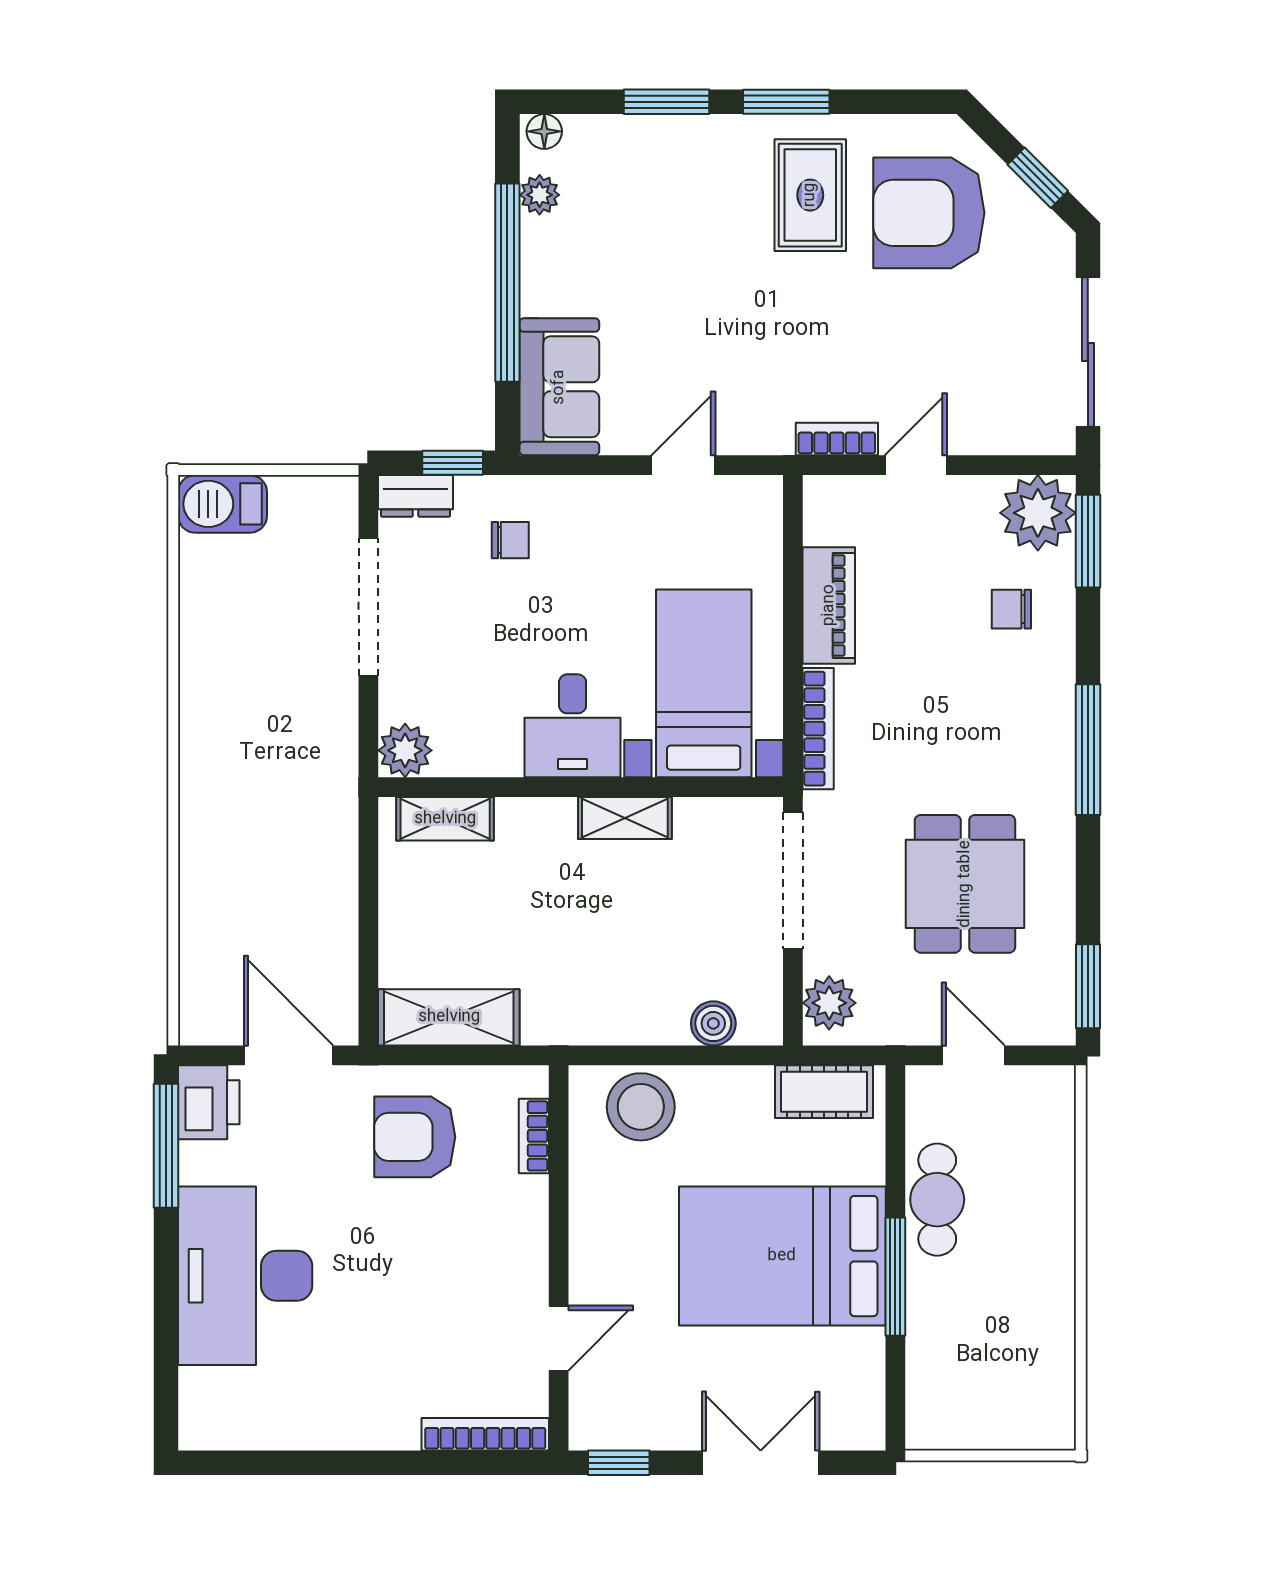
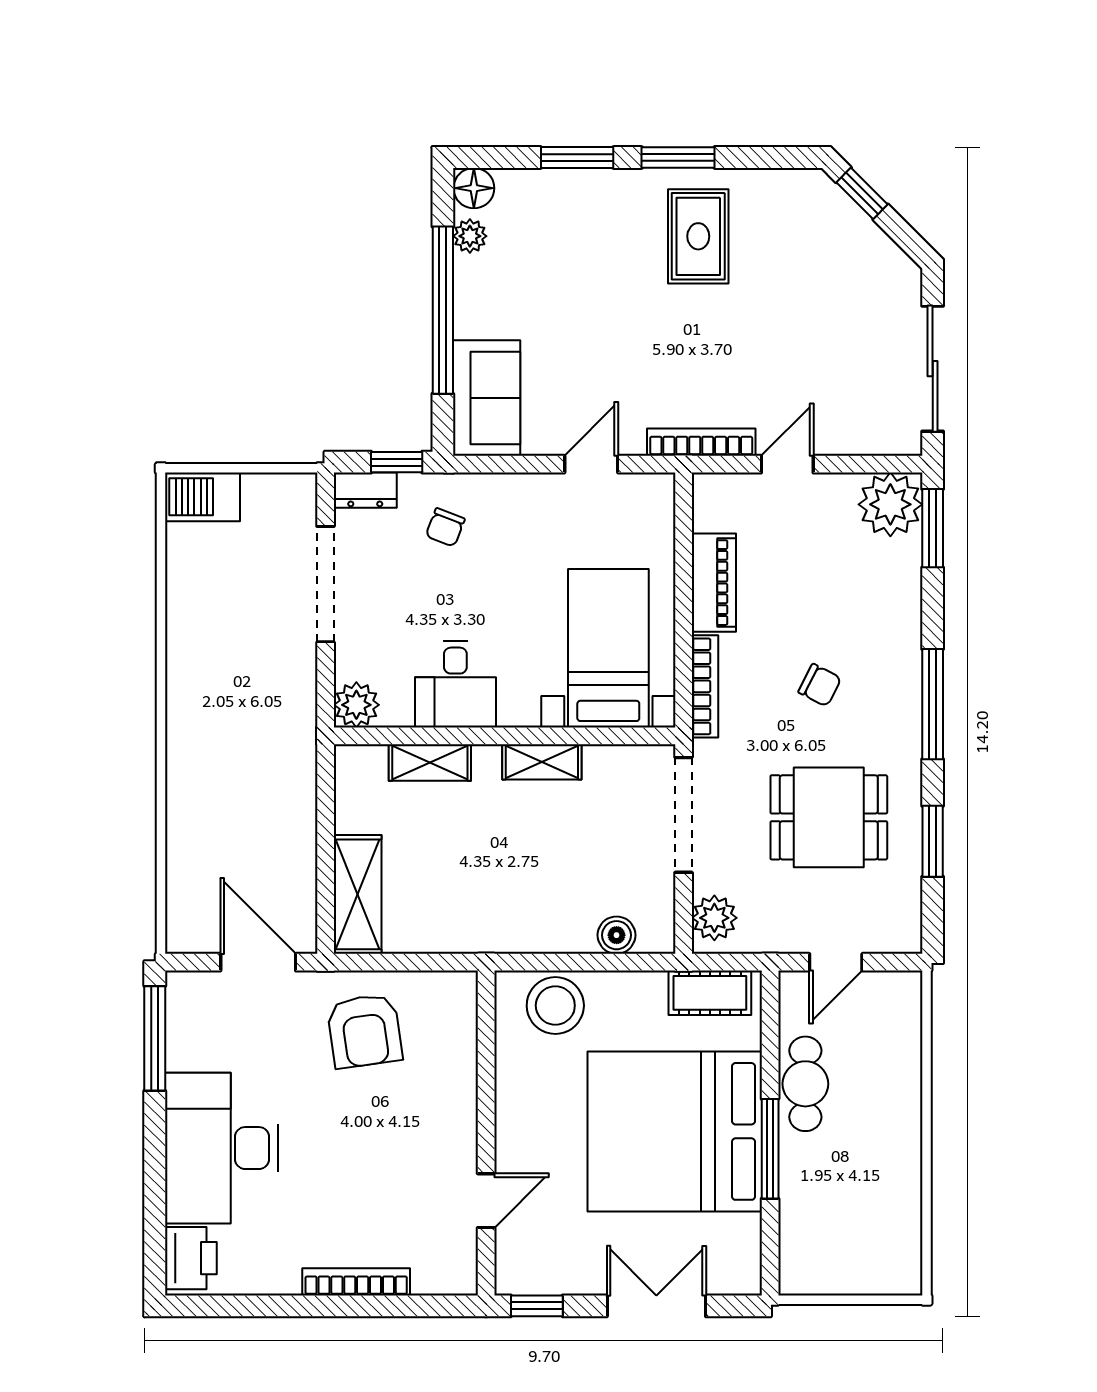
floor lamp: (544, 131) -> (474, 188), width x1.37, depth x1.37
window: (1038, 178) -> (862, 193), moved
armchair: (929, 213) -> (798, 251), removed
bookcase: (837, 439) -> (701, 442), width x1.56
chair: (510, 540) -> (445, 527), turned 111
chair: (1011, 609) -> (820, 685), moved, turned -153
desk: (573, 726) -> (455, 684), moved
shelving: (445, 819) -> (430, 762), moved
dining table: (965, 884) -> (829, 817), turned 90
window: (1088, 986) -> (933, 841), moved
shelving: (449, 1017) -> (358, 894), moved, turned 90
door: (973, 1055) -> (836, 962), swing flipped
printer: (209, 1102) -> (191, 1258), moved
bookcase: (534, 1136) -> (465, 1030), removed
armchair: (415, 1137) -> (365, 1031), turned -98
bed: (782, 1256) -> (675, 1131), width x1.36
bookcase: (485, 1434) -> (356, 1282), moved

